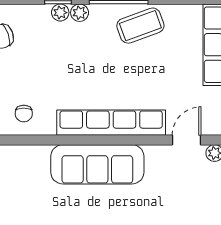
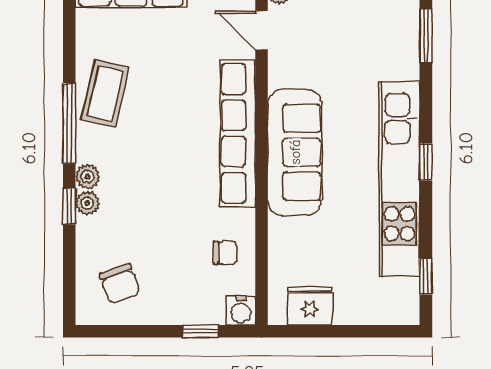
coffee table: (140, 26) -> (105, 93), turned 33

